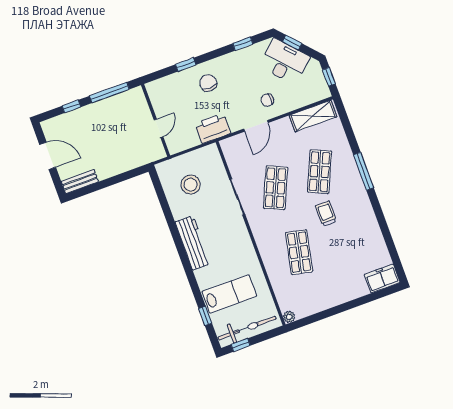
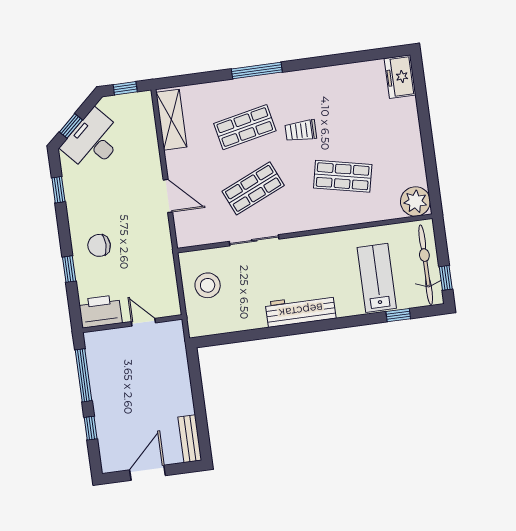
chair: (267, 100) -> (138, 174), removed
printer: (213, 128) -> (100, 311), moved, turned 90
shop shelf: (320, 172) -> (245, 127), turned -36
stool: (191, 185) -> (208, 285), moved
shop shelf: (275, 188) -> (253, 188), turned -48
plant: (289, 317) -> (415, 201), width x1.88, depth x1.88

